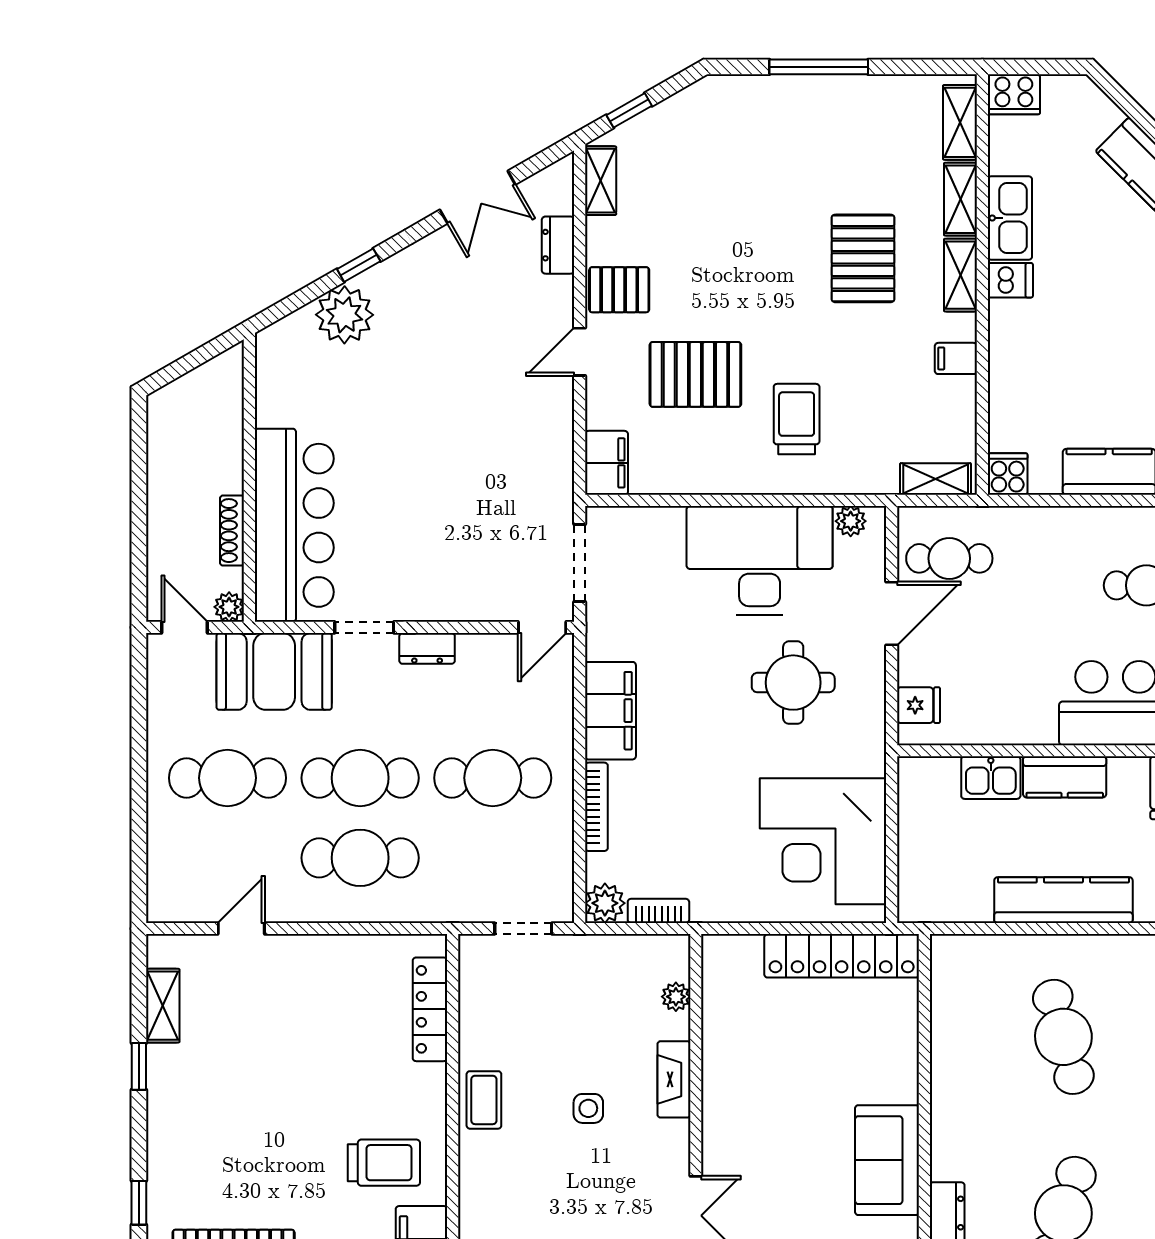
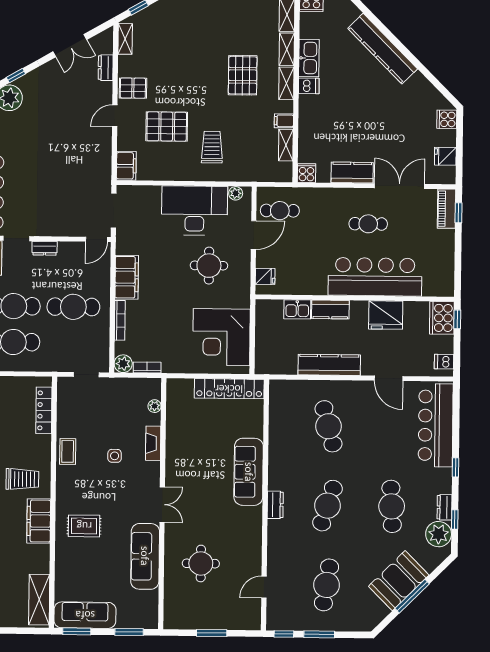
shelving: (936, 479) -> (286, 145), moved, turned 90
sofa: (887, 1160) -> (249, 472), width x1.36

